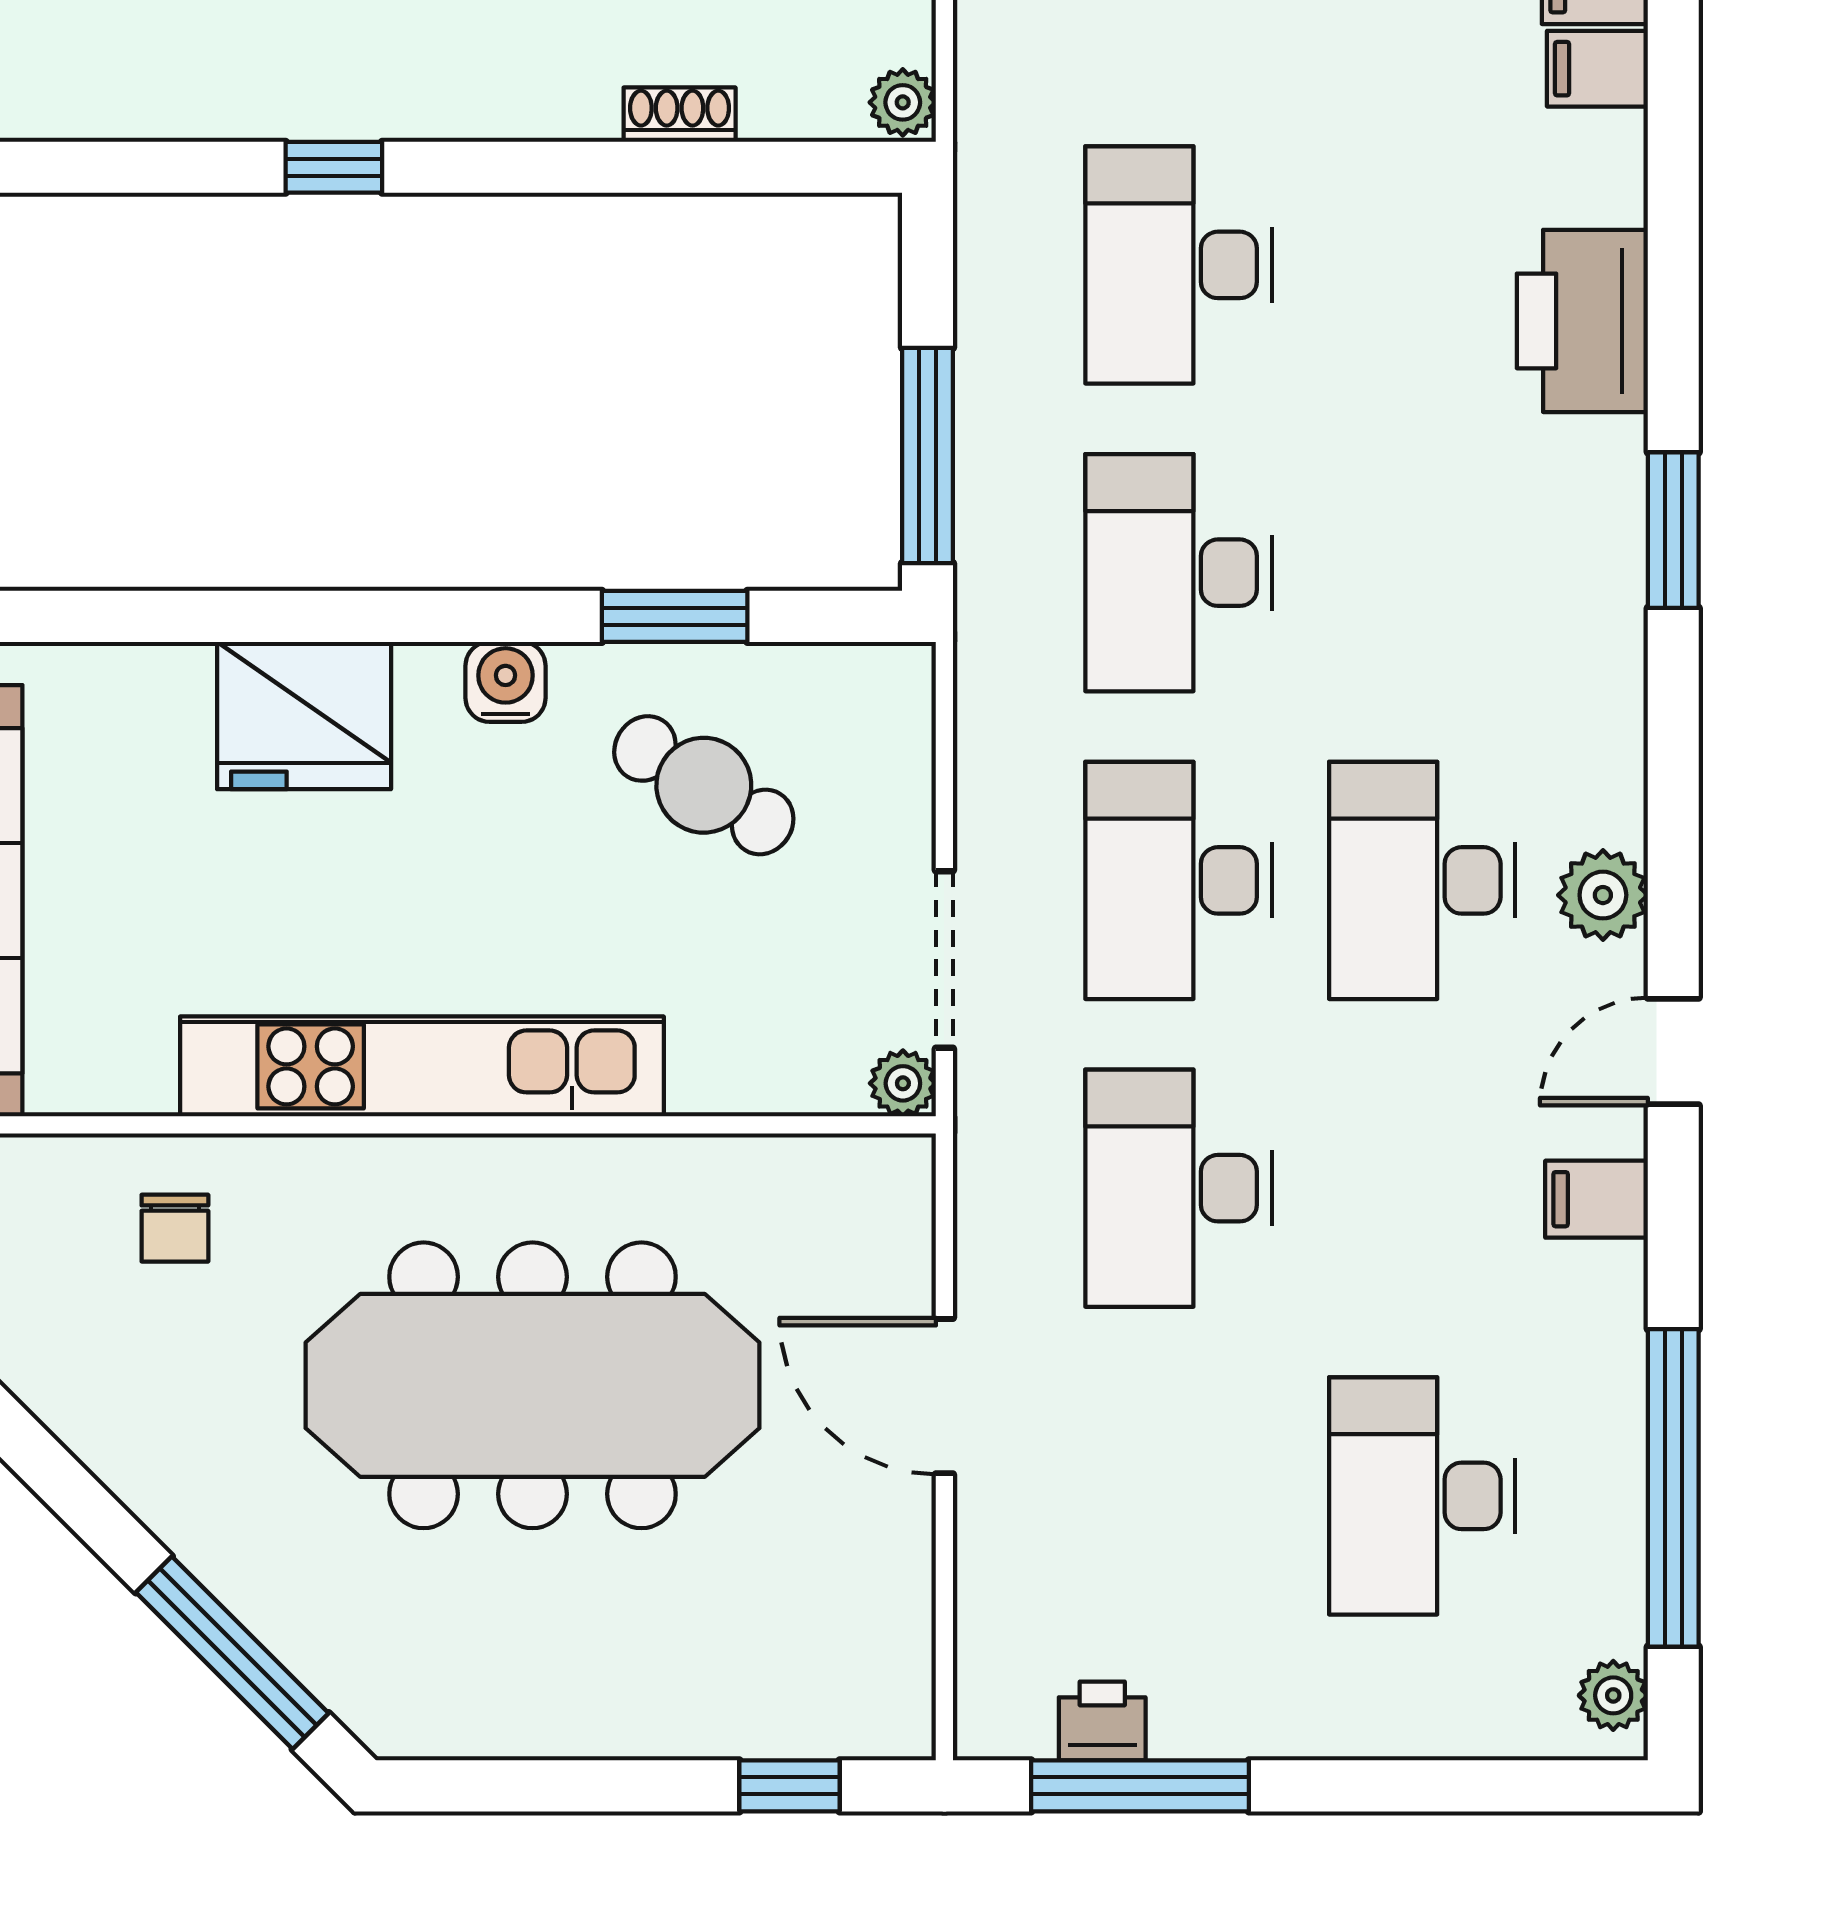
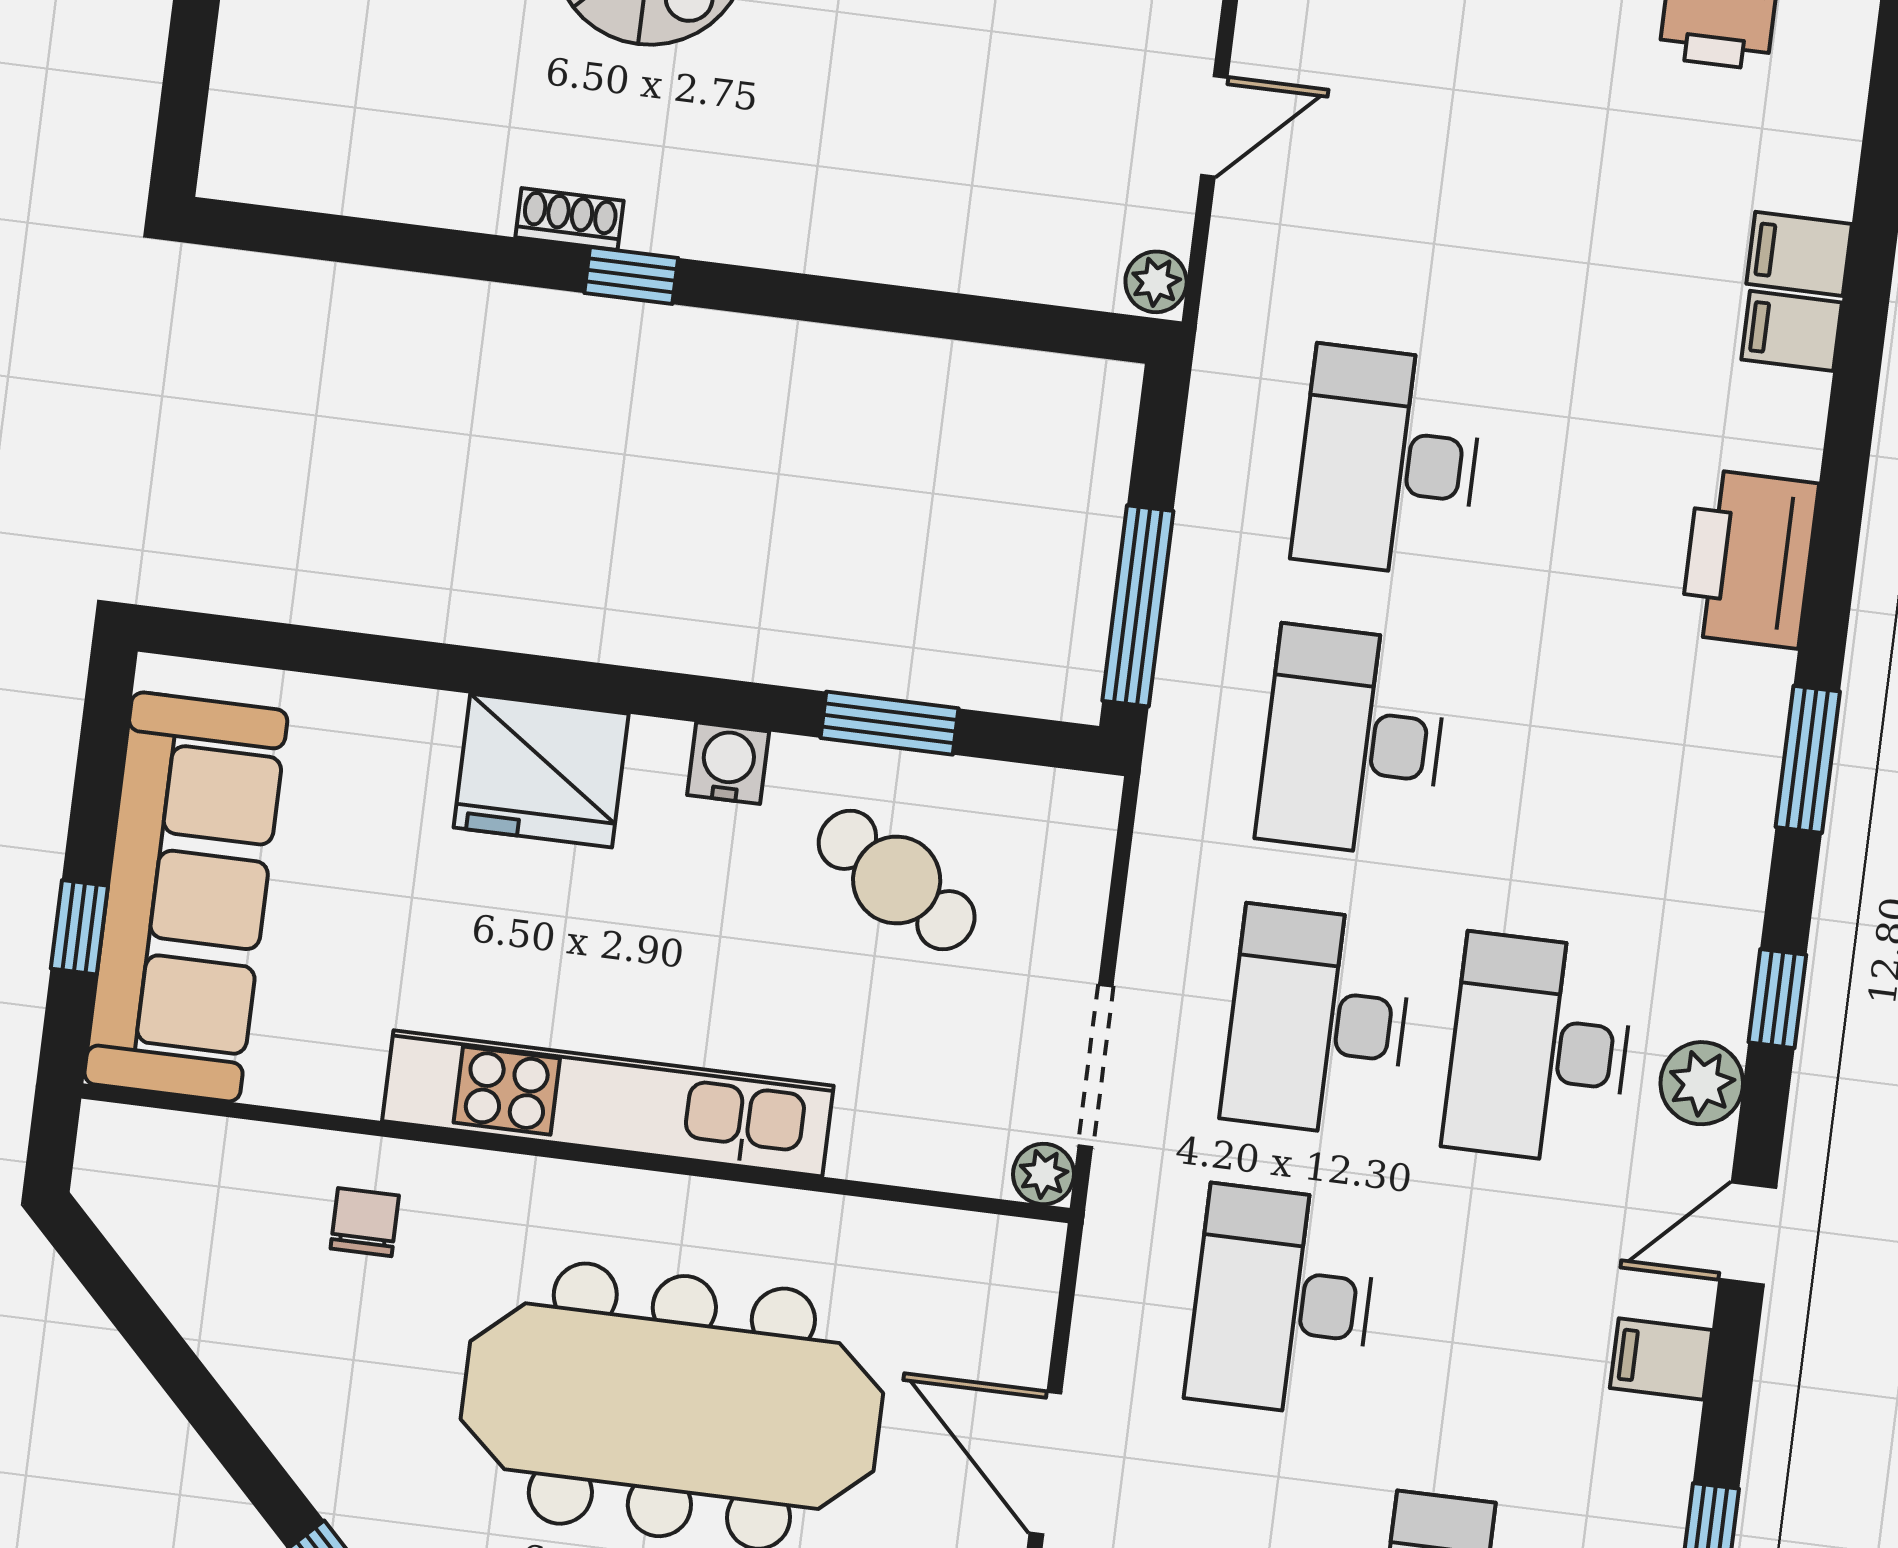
shoe rack: (680, 115) -> (569, 219), moved
window: (1673, 793) -> (1777, 999), added
chair: (175, 1228) -> (365, 1222), turned 180

